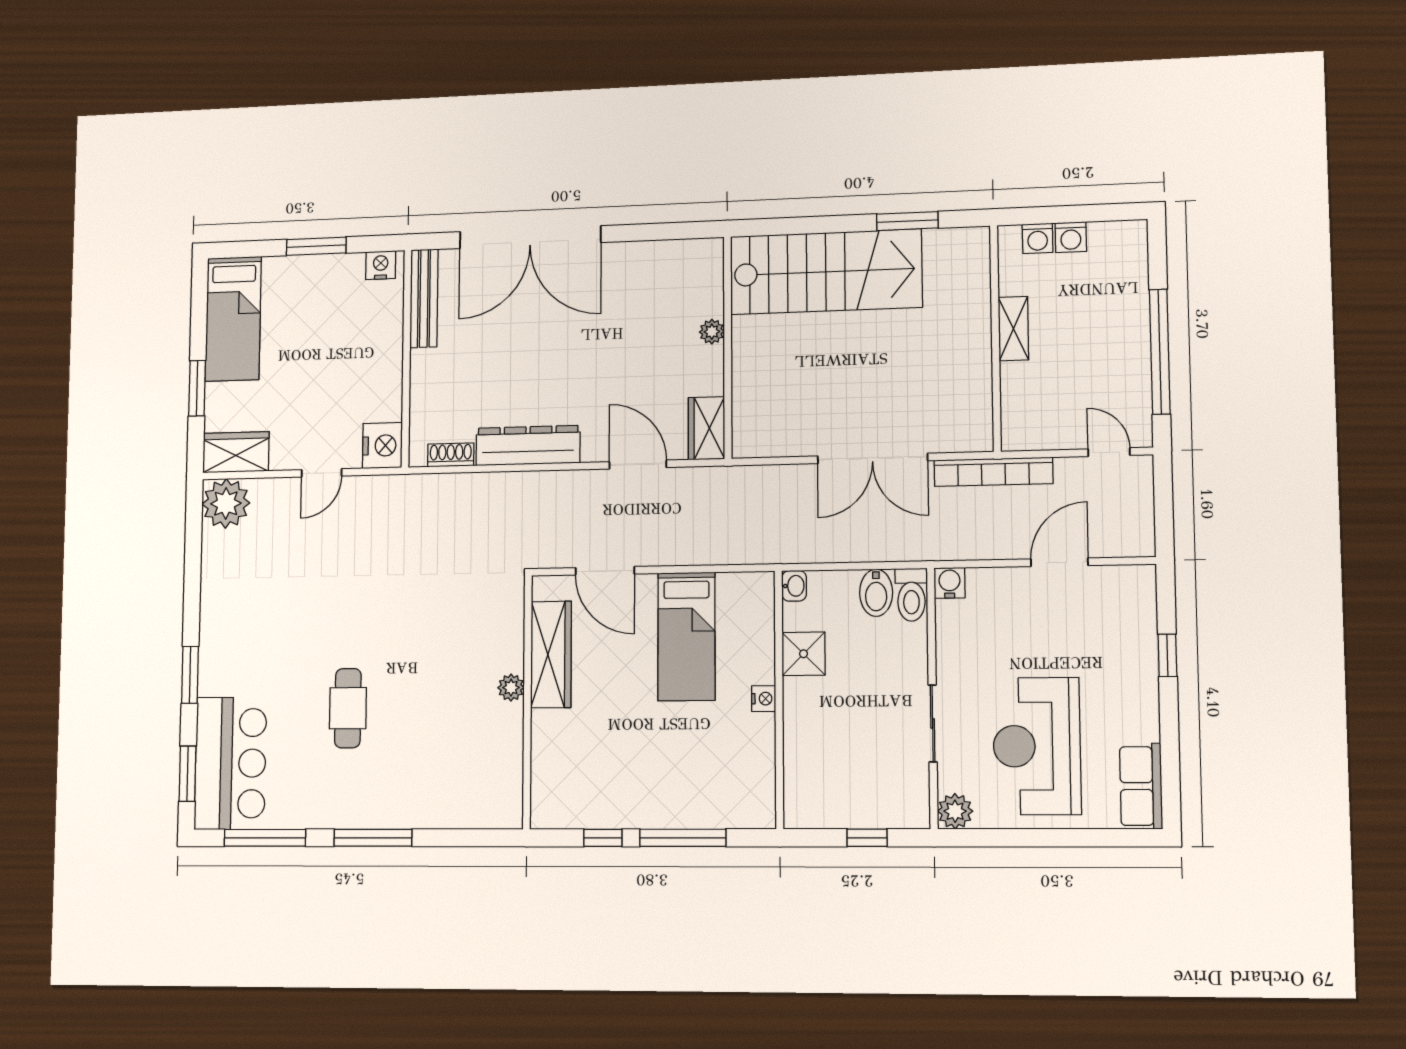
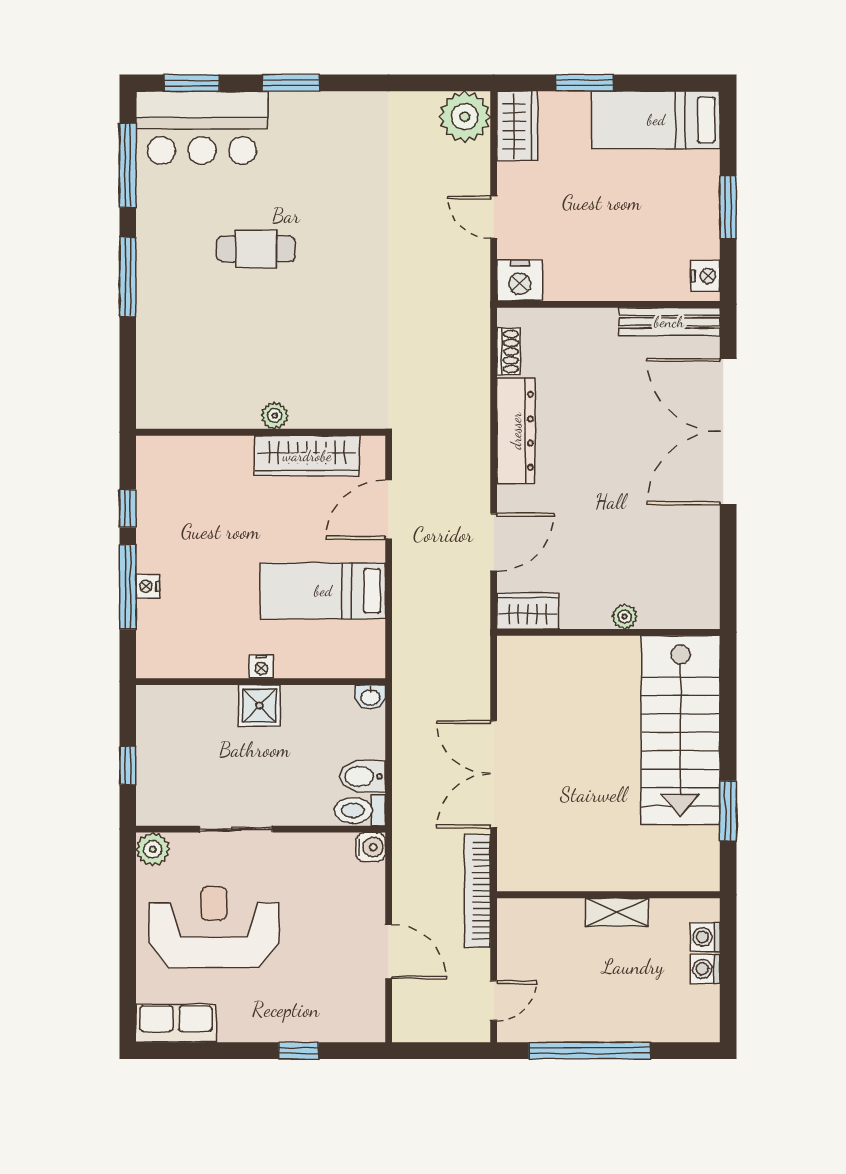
shower: (804, 654) -> (259, 706), moved
nightstand: (682, 817) -> (148, 586), added

